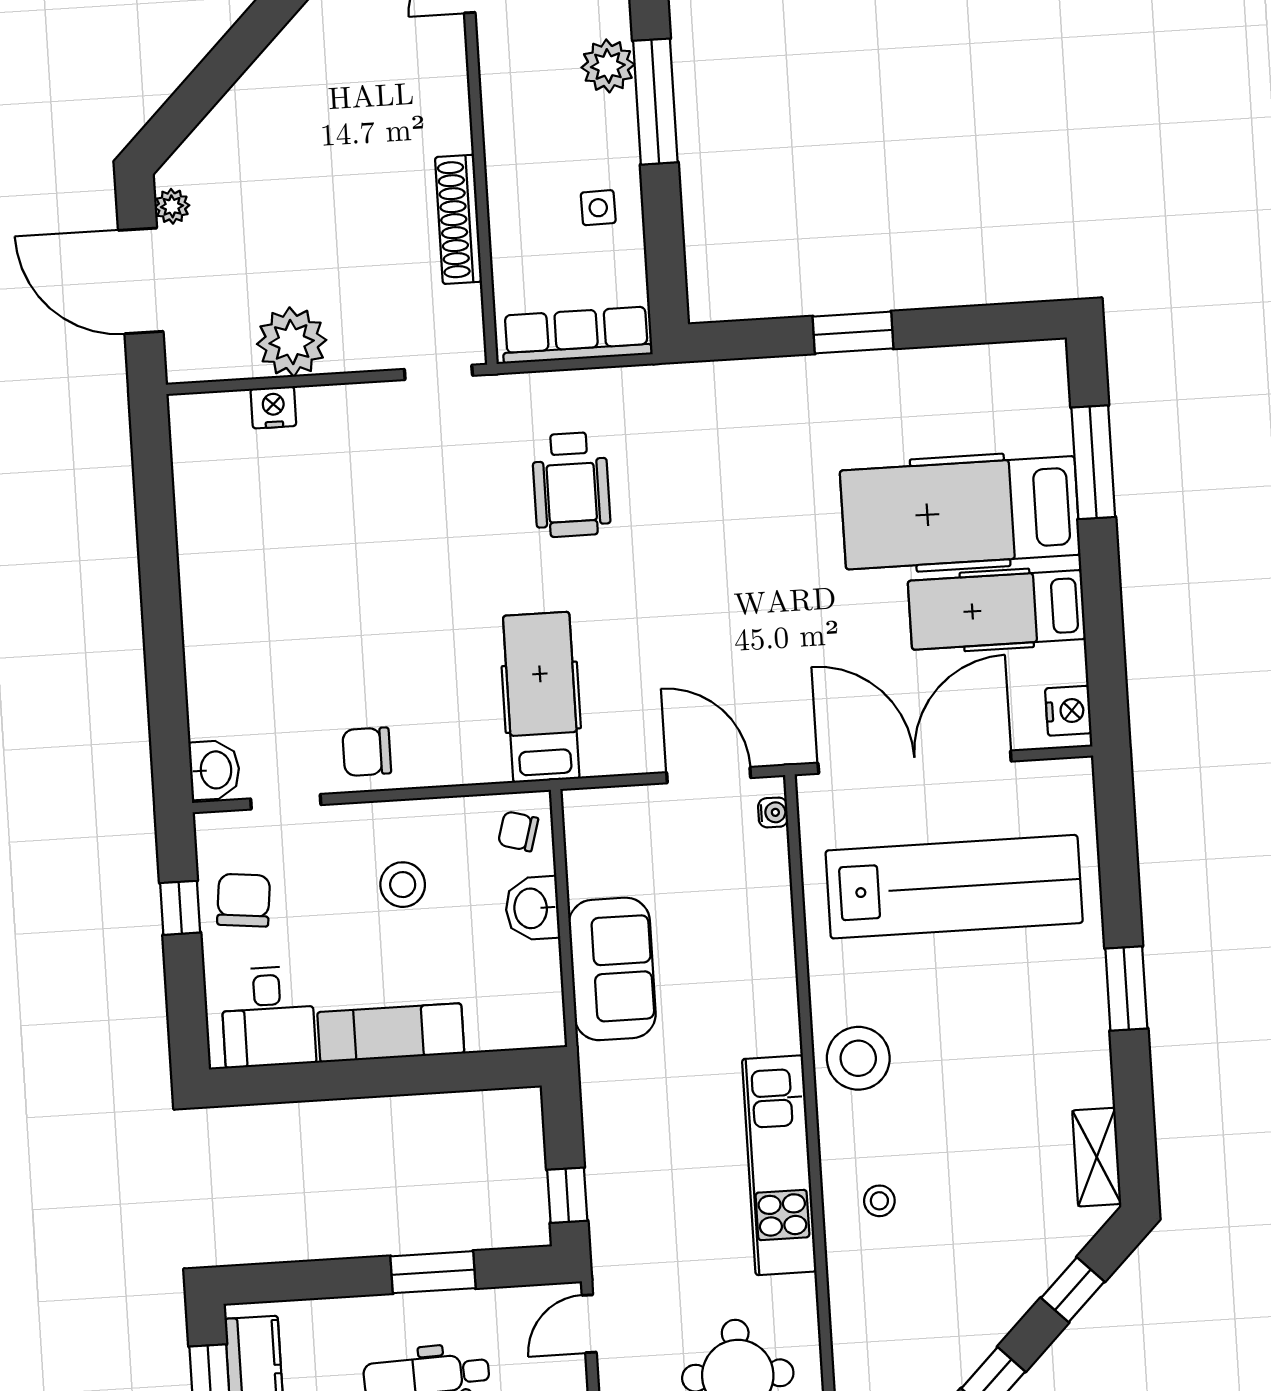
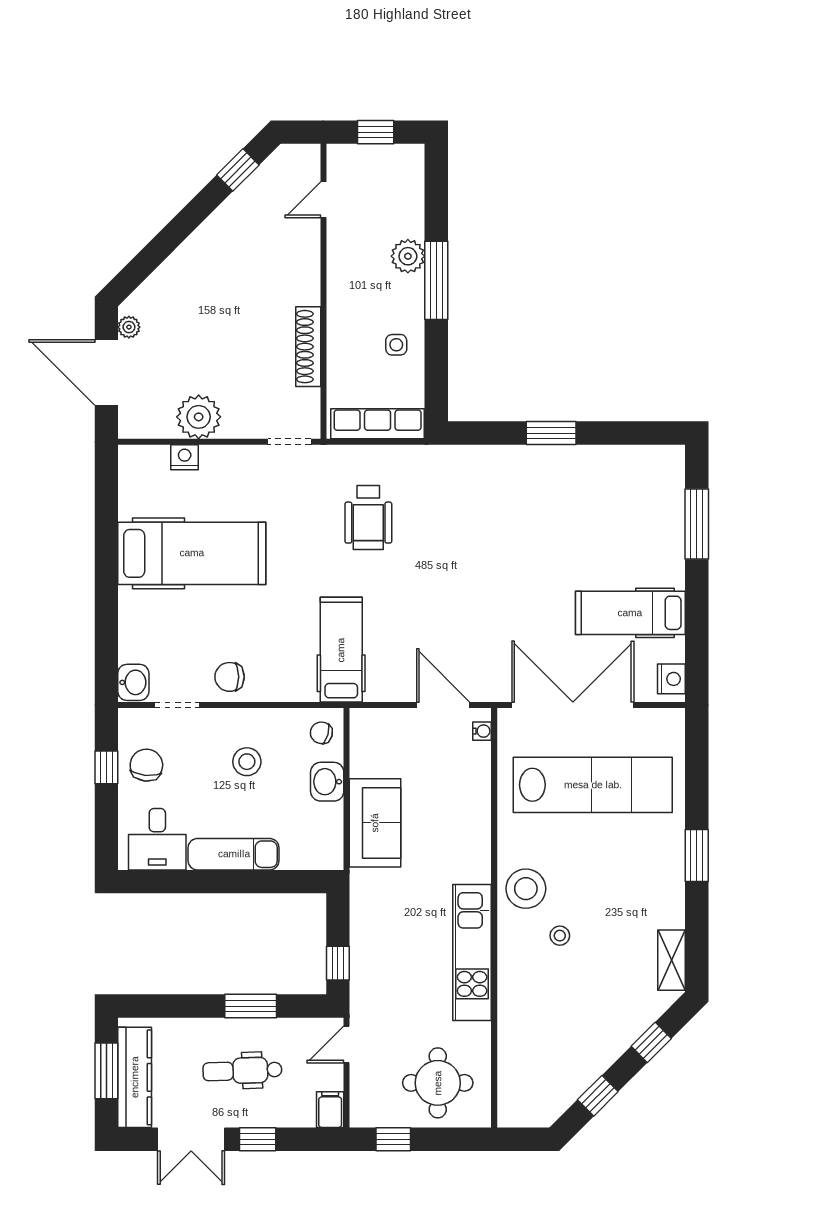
hospital bed: (960, 513) -> (192, 553), moved, turned 180
stool: (879, 1201) -> (560, 936), moved

